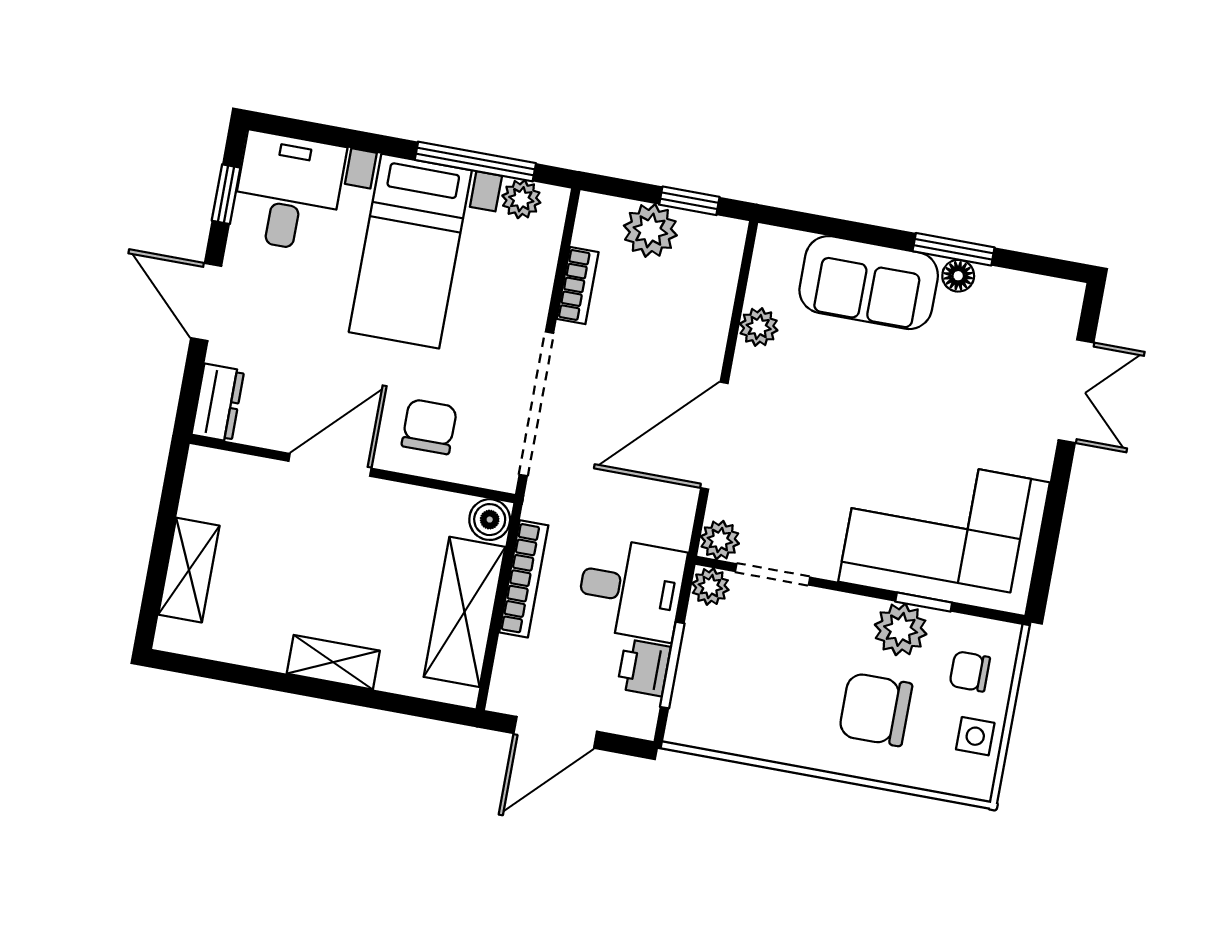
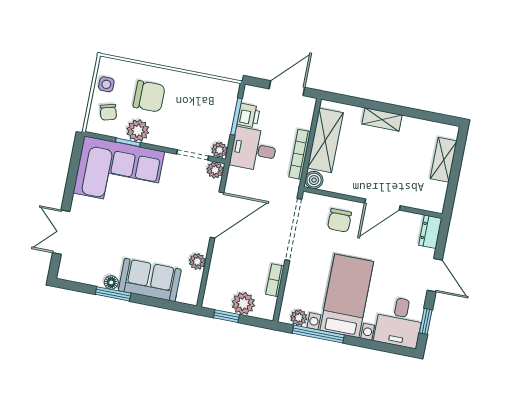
chair: (970, 671) -> (108, 112), turned 75

